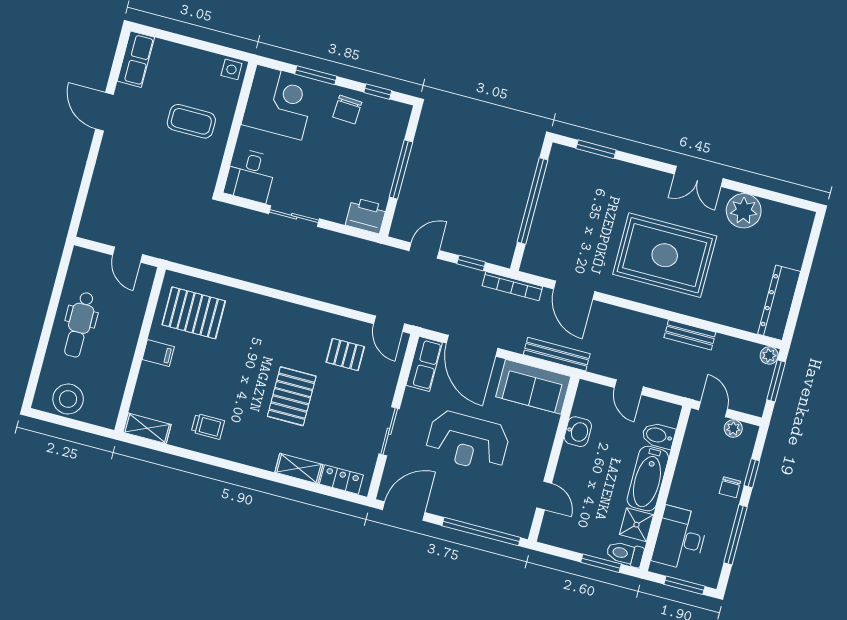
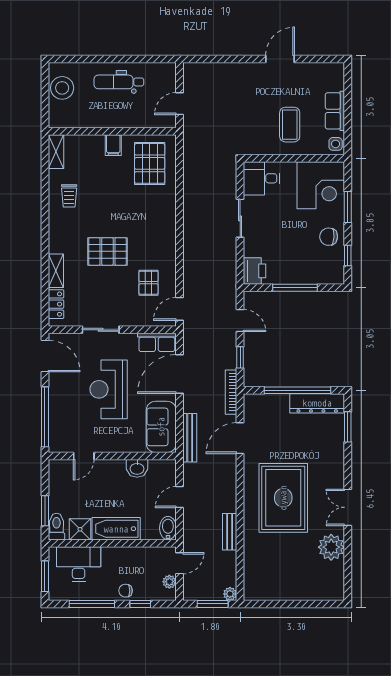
row of seats: (136, 59) -> (335, 111), moved, turned 90
dresser: (779, 303) -> (317, 403), moved, turned 180
bidet: (658, 436) -> (168, 528), moved

